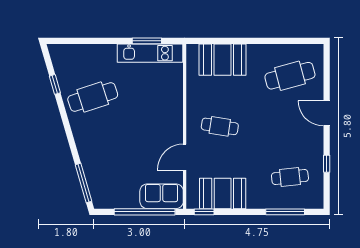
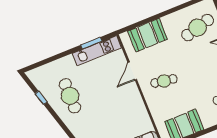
cafe table: (93, 97) -> (70, 96), turned -72
door: (185, 157) -> (132, 71), moved

